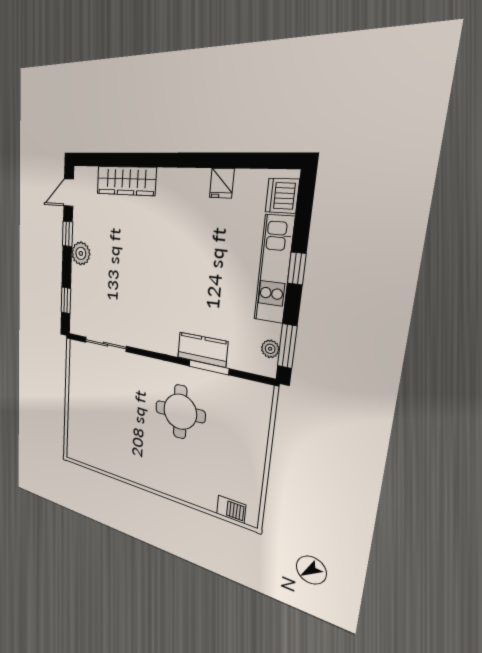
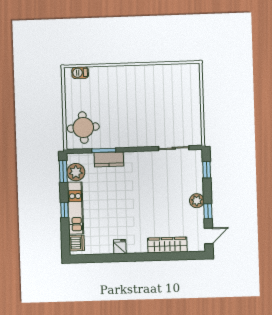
fridge: (222, 183) -> (120, 247), moved
plant: (270, 349) -> (76, 172), width x1.88, depth x1.88
round table: (180, 412) -> (83, 128), moved

